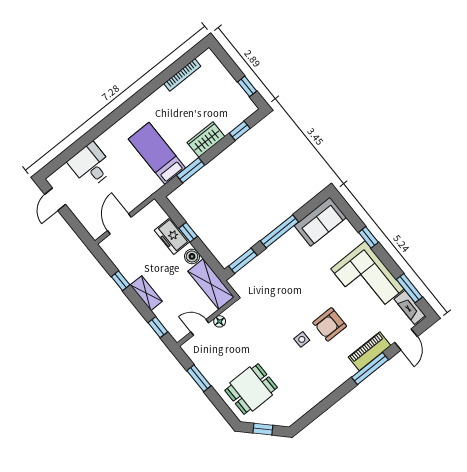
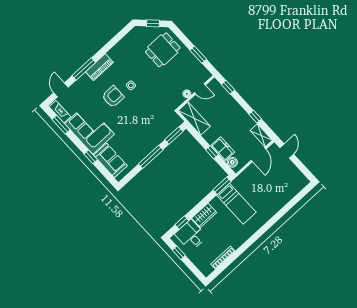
desk: (91, 165) -> (191, 235), moved, turned 180
window: (191, 170) -> (222, 186), moved
door: (55, 199) -> (287, 151), moved
sofa: (320, 222) -> (110, 160), moved, turned 90
boiler: (192, 256) -> (232, 162), moved
shelving: (146, 293) -> (261, 135), moved
piano: (369, 351) -> (99, 67), moved

